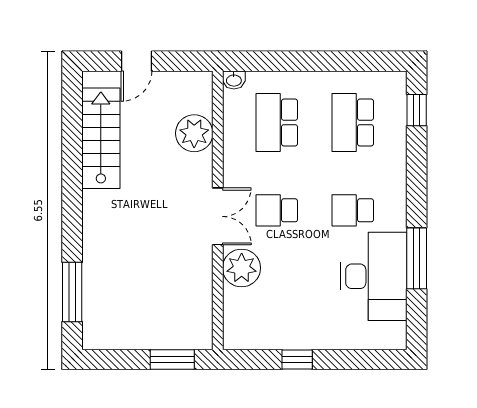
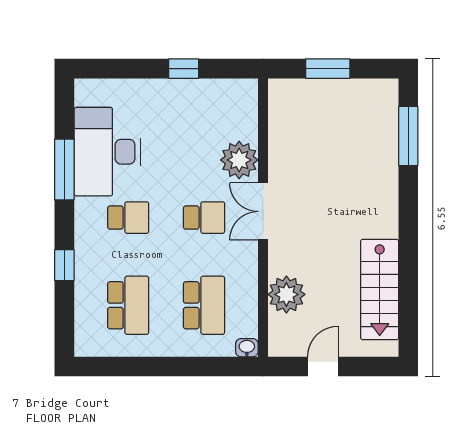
door: (136, 61) -> (323, 366), moved
window: (417, 110) -> (64, 265), moved
window: (172, 360) -> (328, 69), moved

